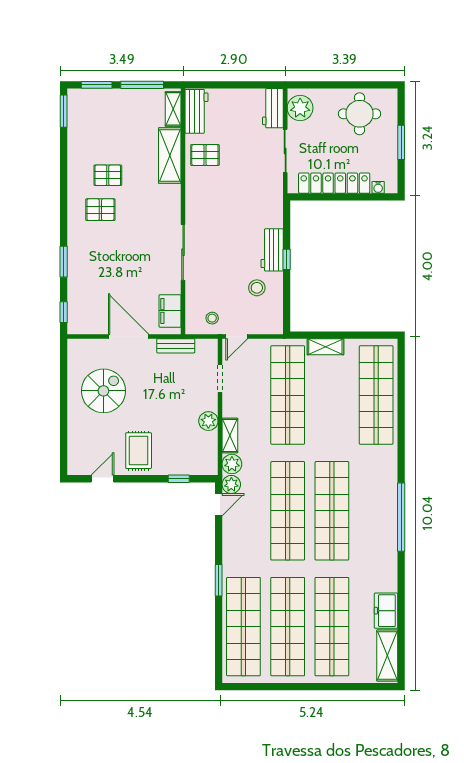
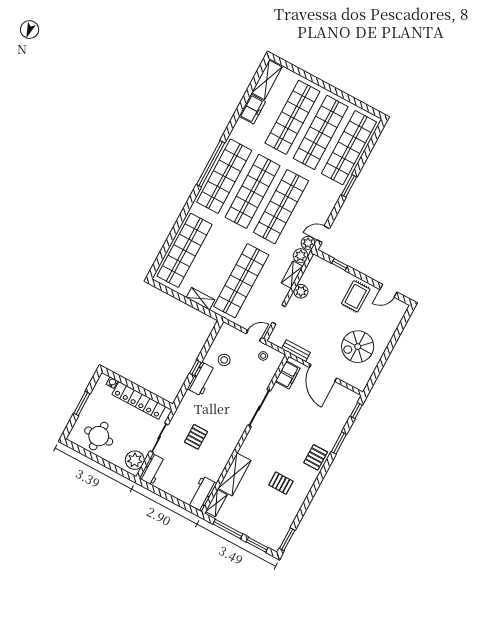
pallet: (205, 155) -> (196, 437), moved, turned 90
pallet: (100, 210) -> (316, 457), moved, turned 90
shop shelf: (376, 511) -> (224, 176), added

